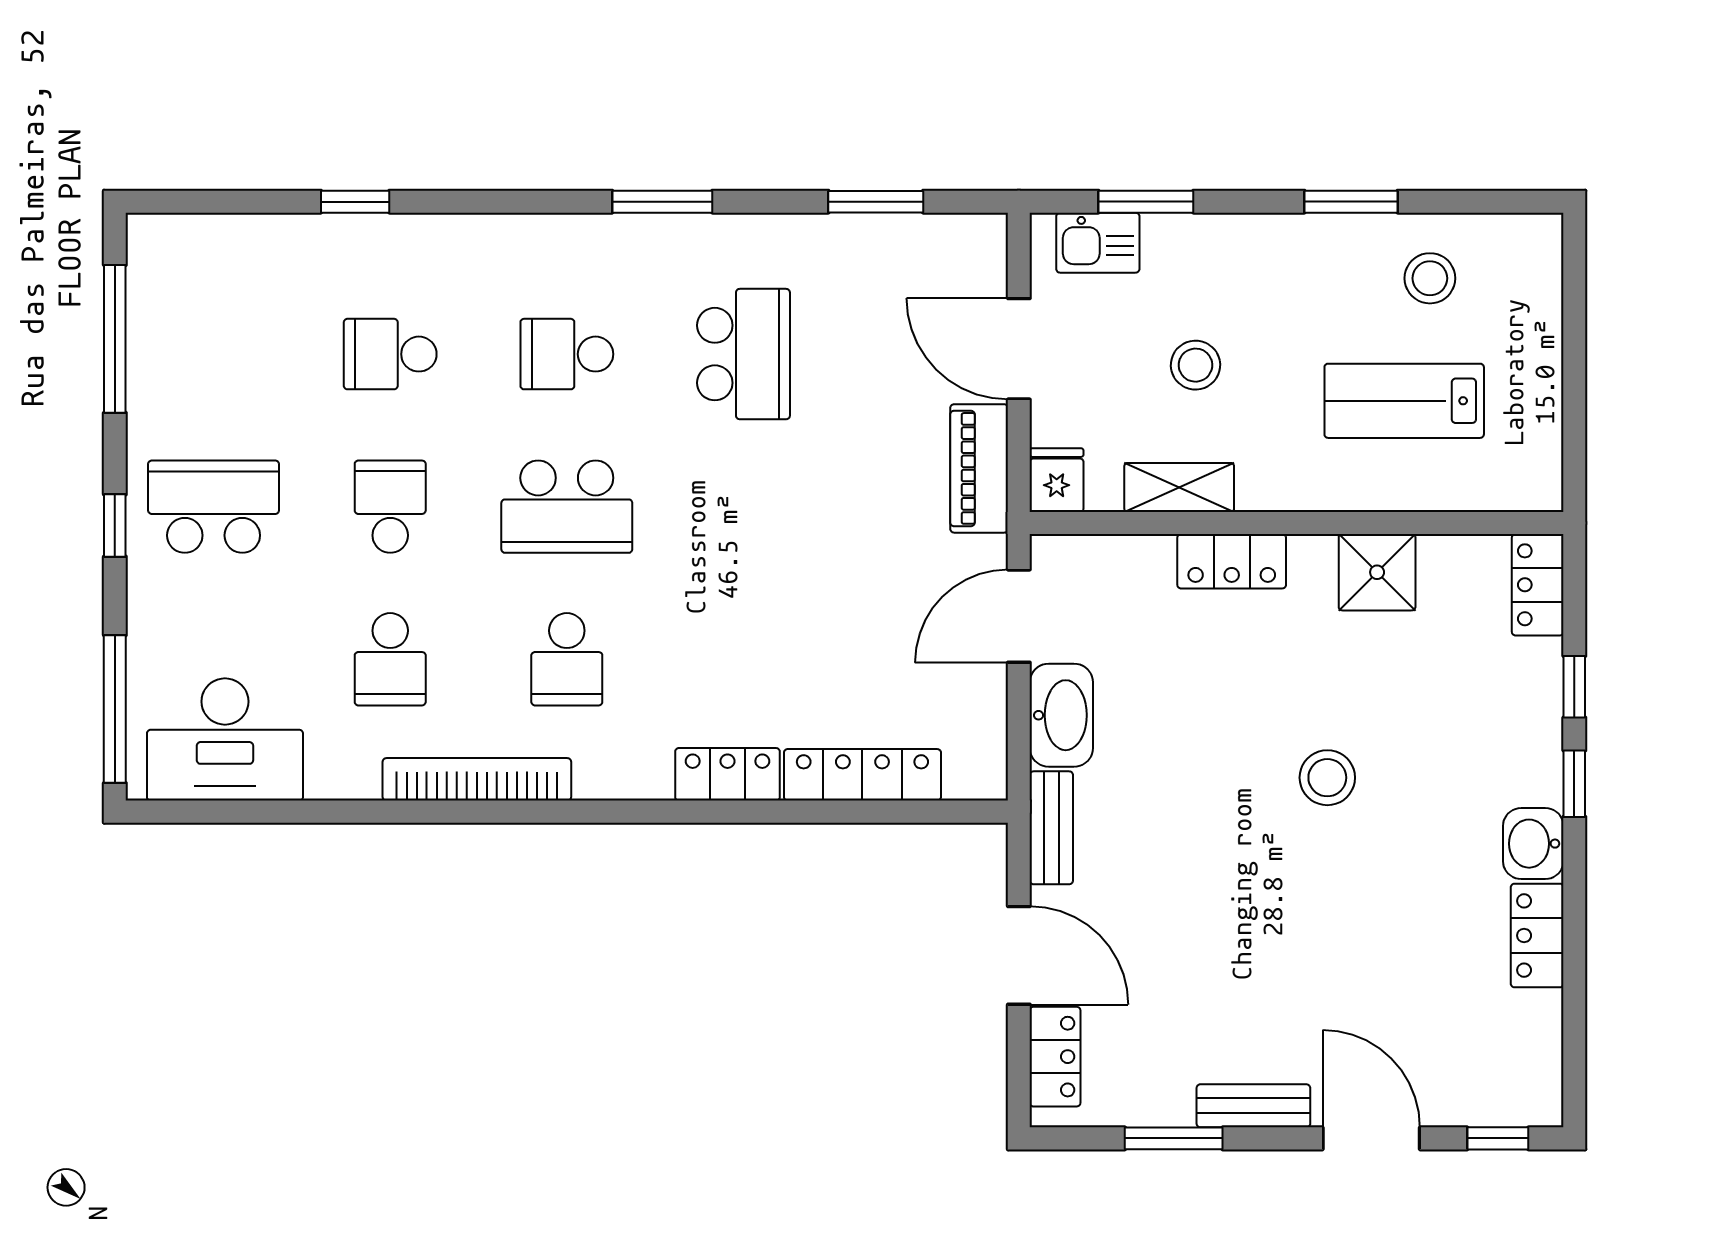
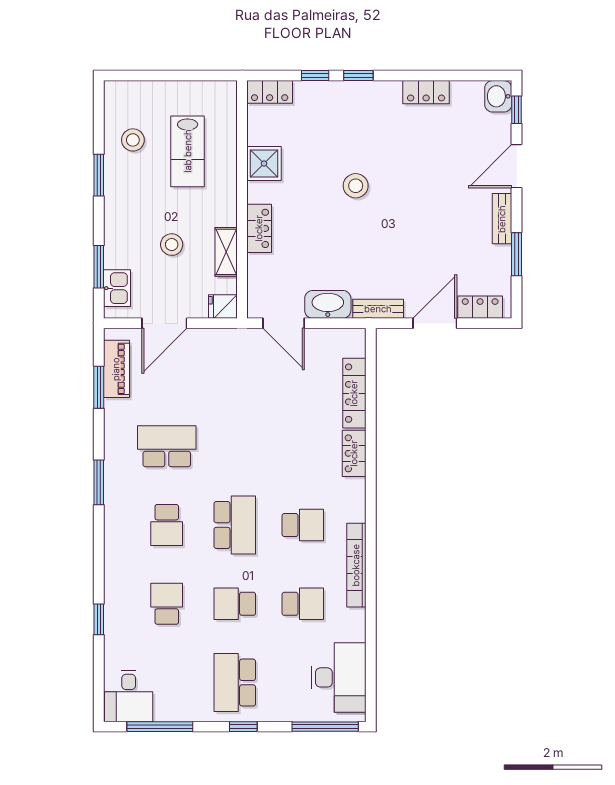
desk: (184, 269) -> (129, 696), added
school desk: (390, 354) -> (167, 604), turned 180
piano: (979, 468) -> (116, 369), moved, turned -90
washbasin: (1533, 844) -> (498, 96), moved, turned 90

